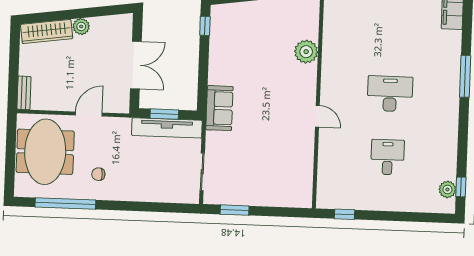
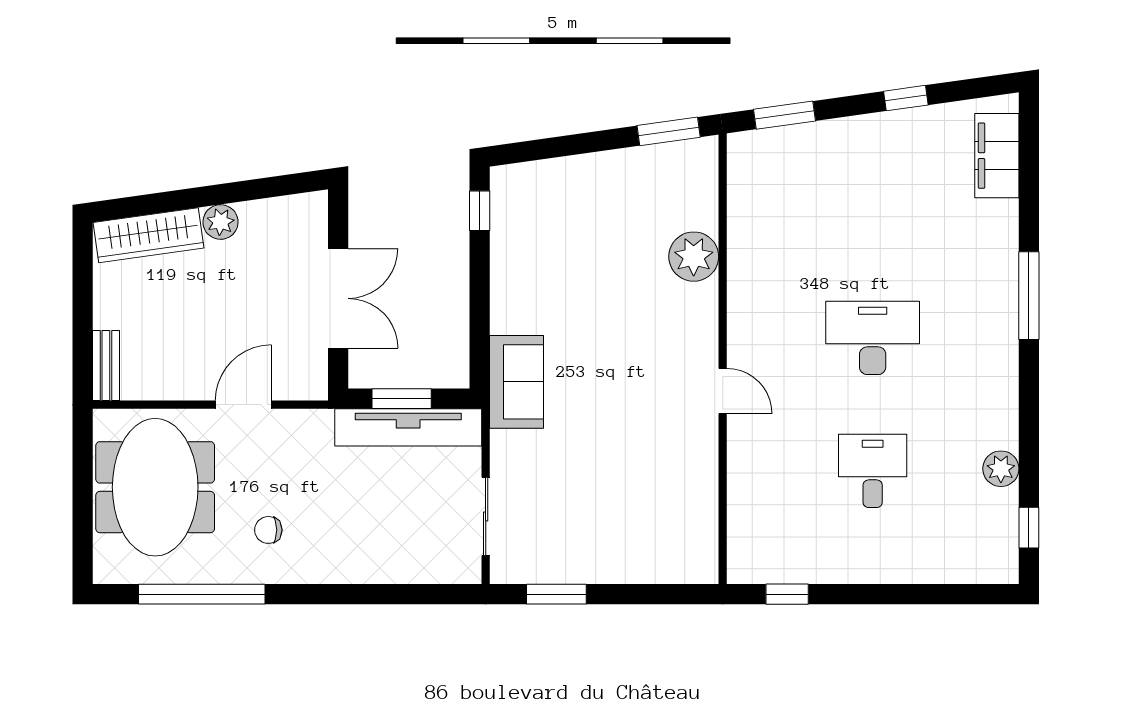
plant: (447, 189) -> (1001, 469), moved

